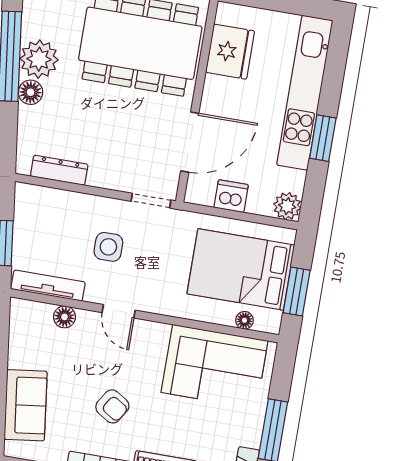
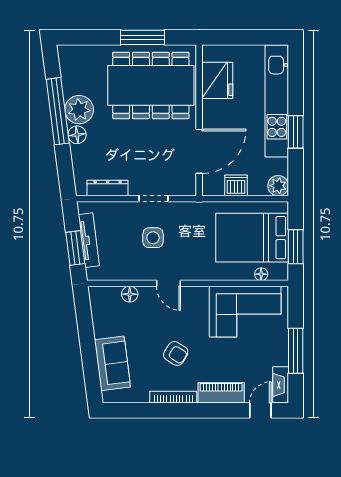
doorway: (151, 201) -> (153, 199), moved
tv unit: (48, 286) -> (89, 240), moved, turned 83

